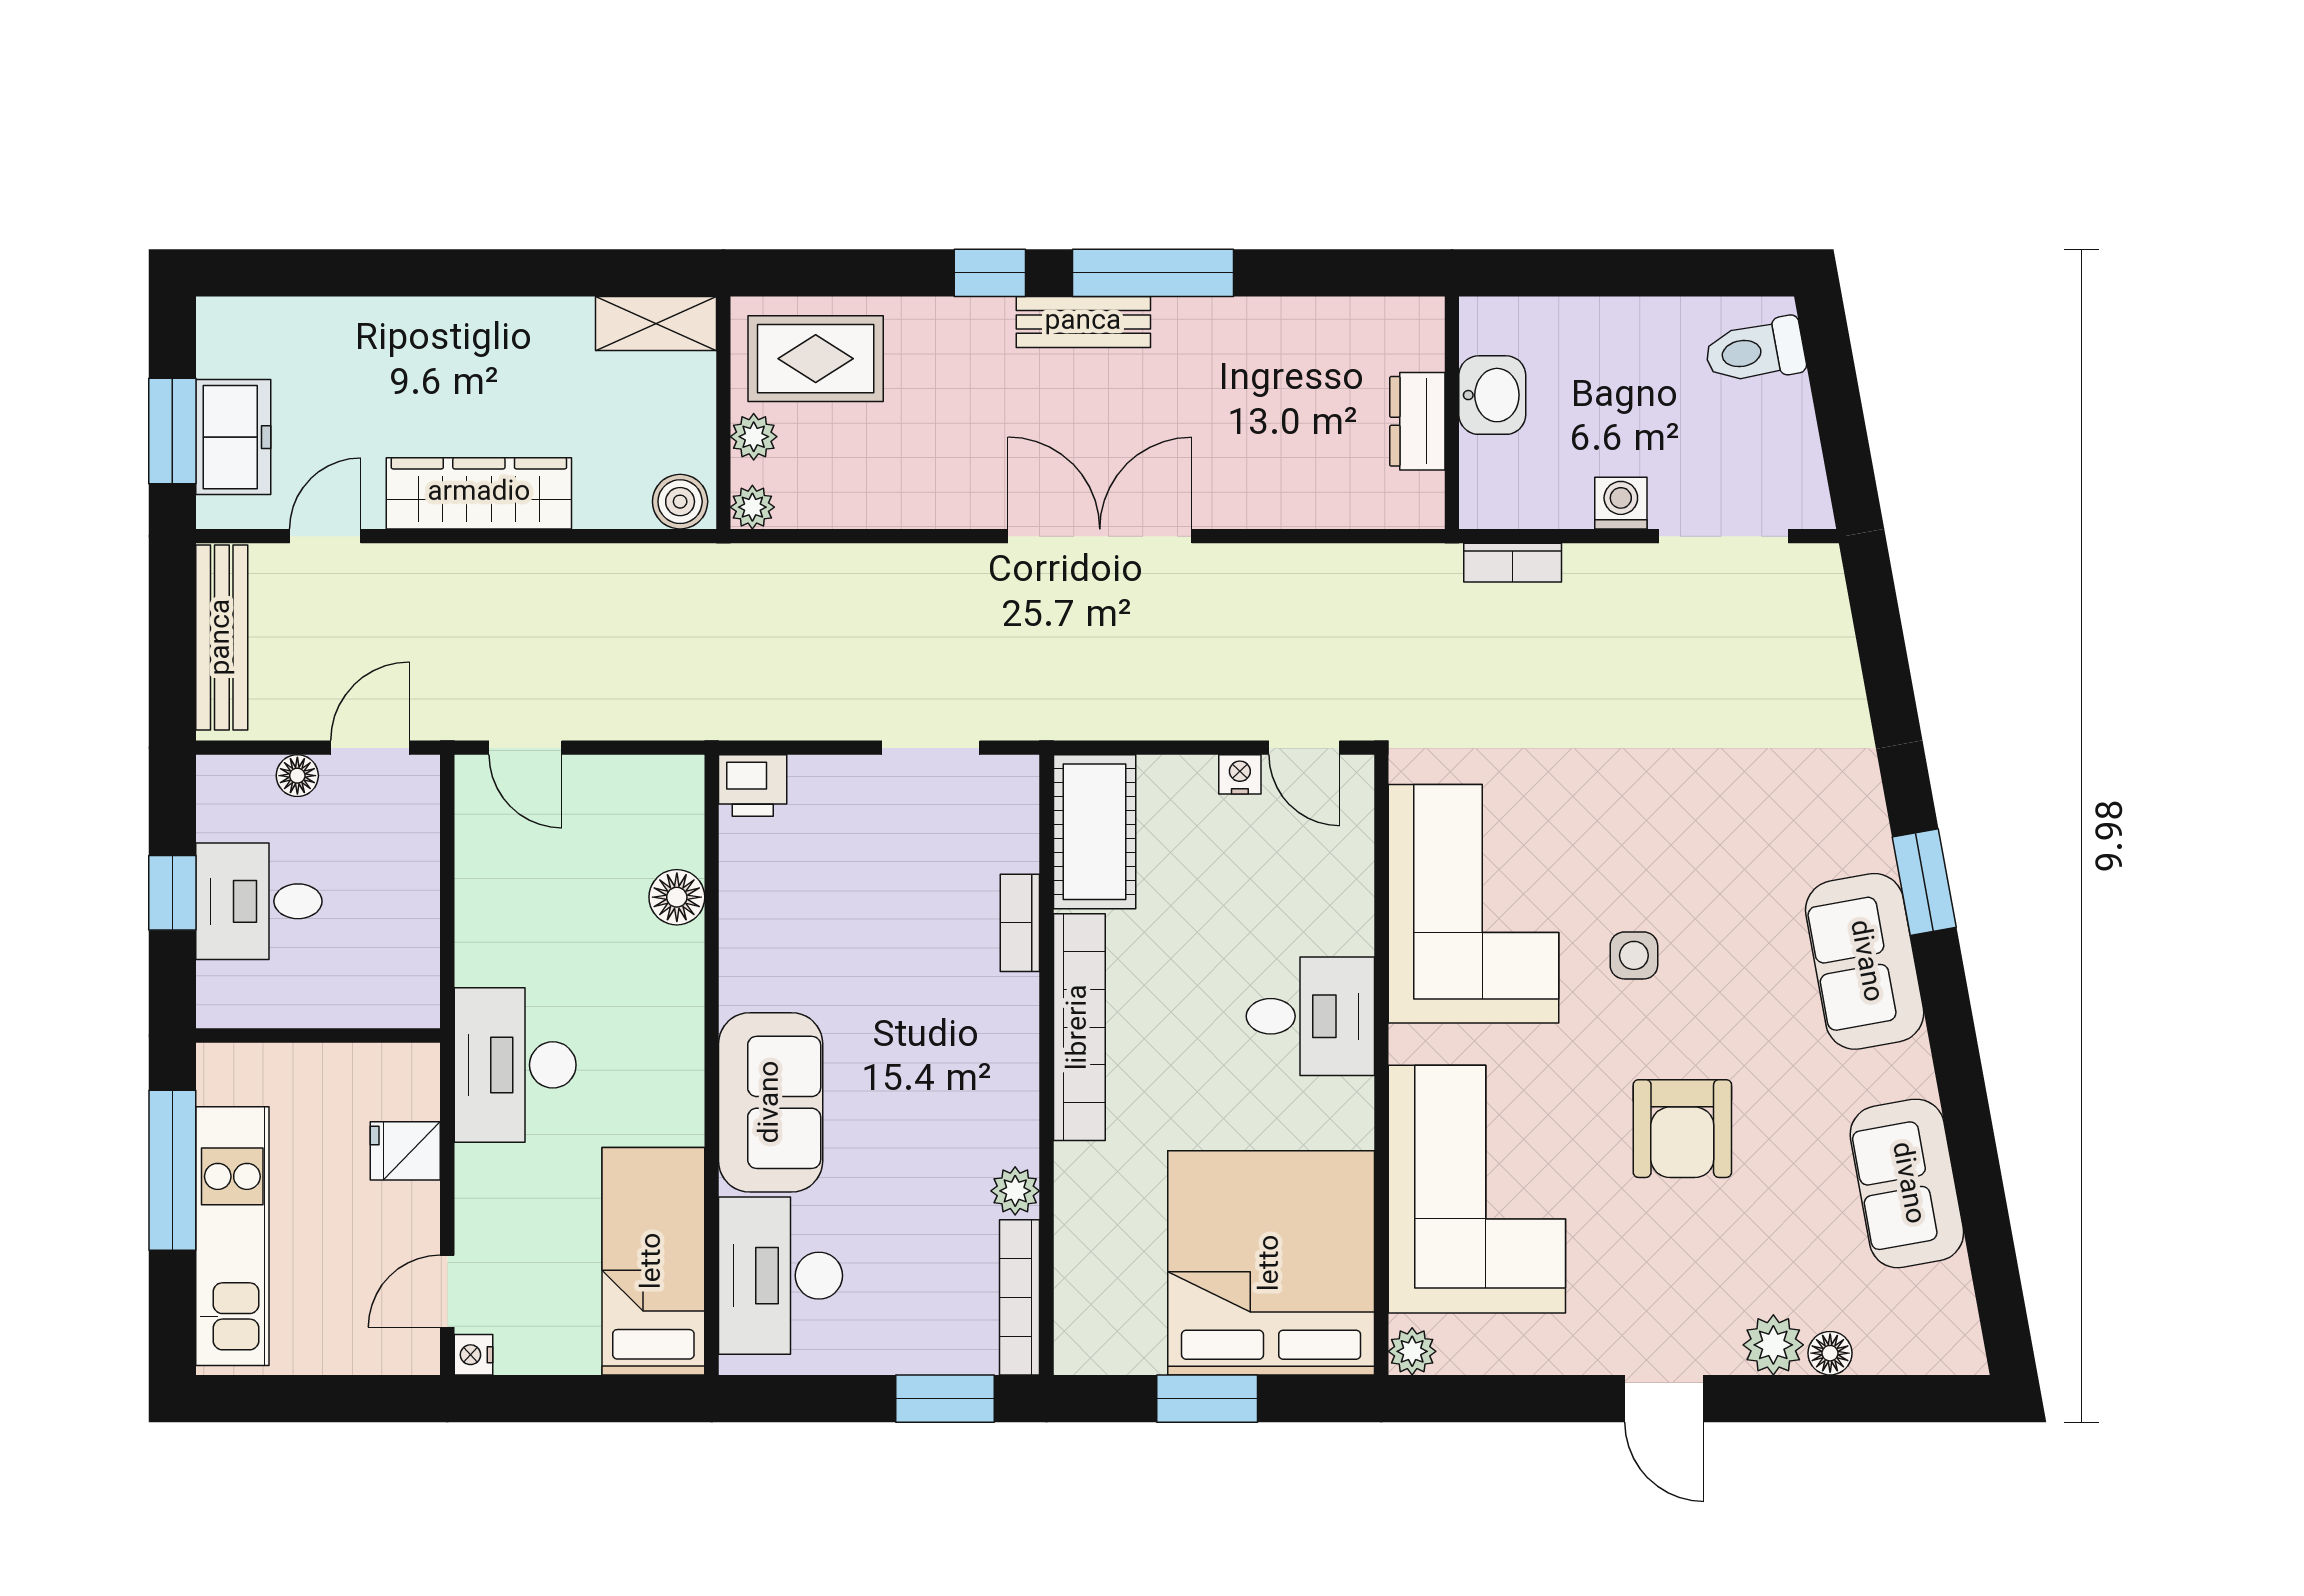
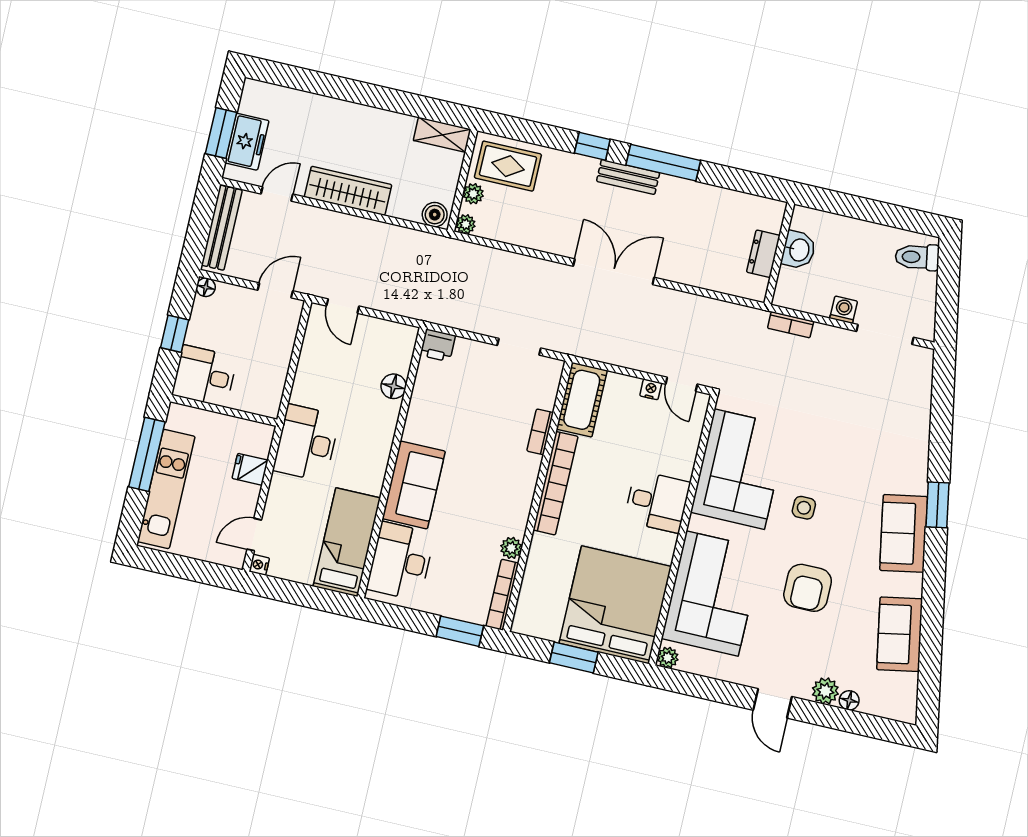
floor lamp: (297, 776) -> (206, 287), moved
desk: (259, 901) -> (204, 376), moved

